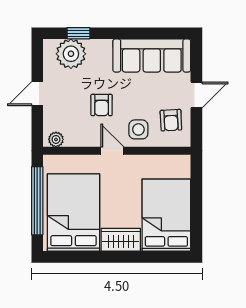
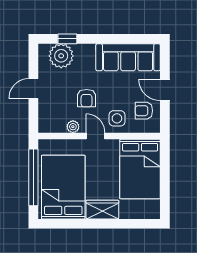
door: (196, 95) -> (165, 90), swing flipped
armchair: (171, 120) -> (144, 111), turned 93
plant: (56, 139) -> (73, 127), moved
bed: (166, 215) -> (140, 169), moved, turned 180

